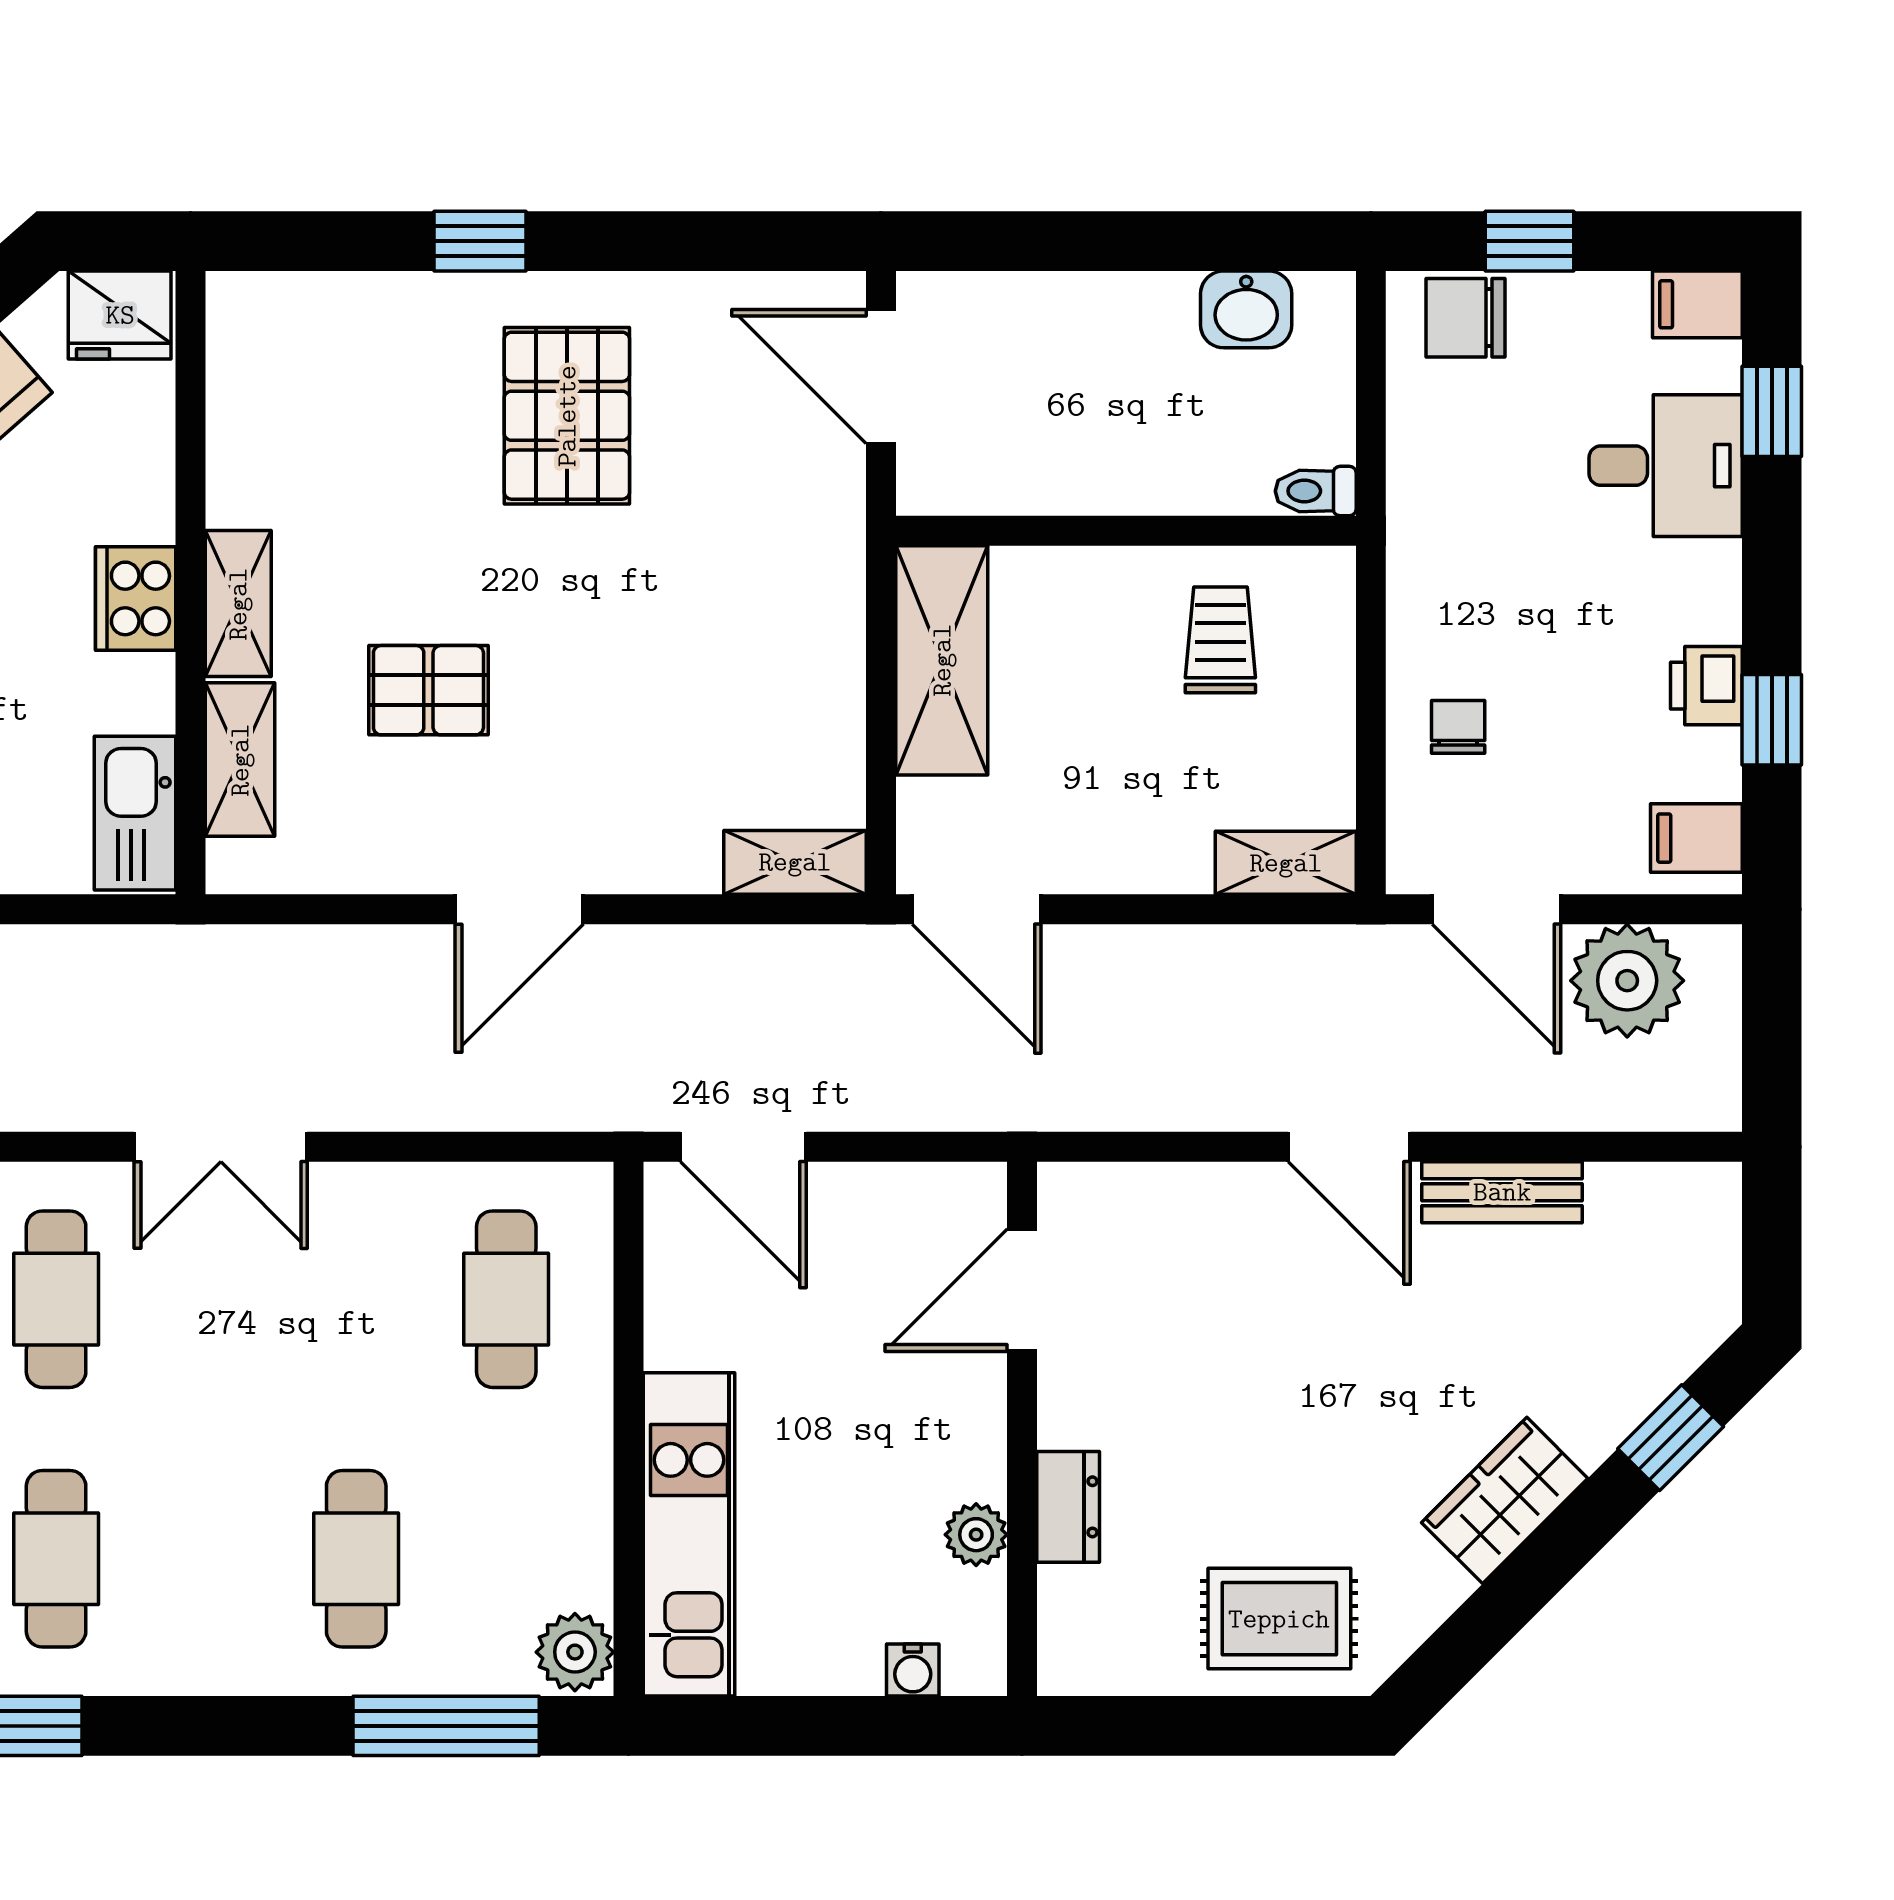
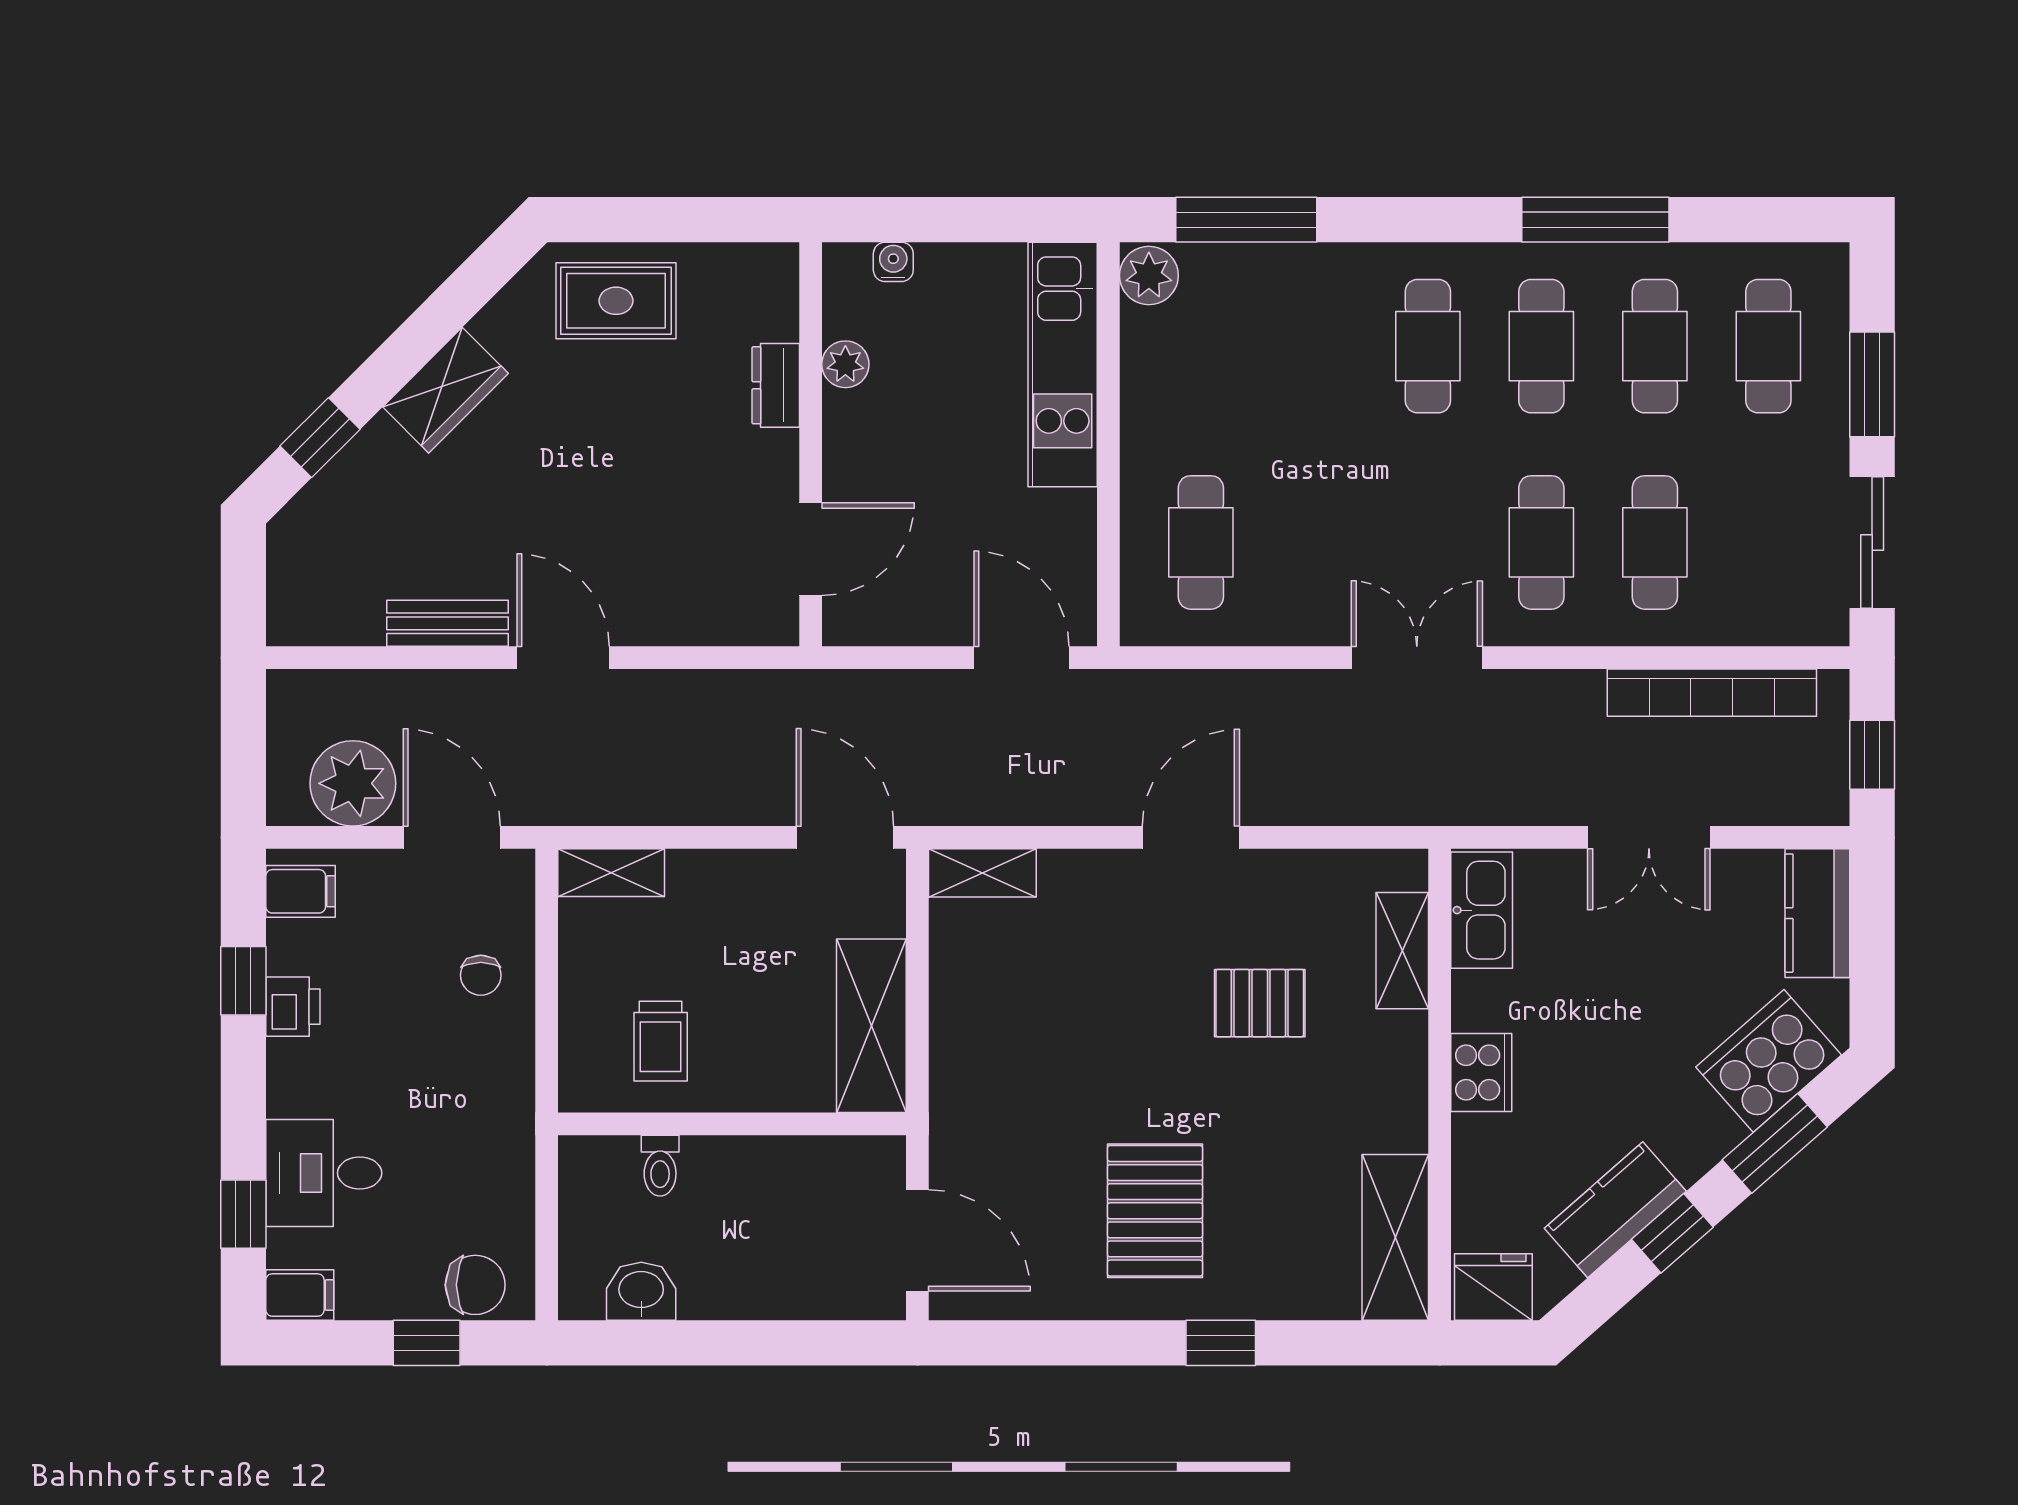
toilet: (1316, 491) -> (660, 1166), moved, turned 90
shelving: (238, 604) -> (1395, 1237), moved, width x1.50, depth x1.33
cafe table: (356, 1559) -> (1428, 346), moved

